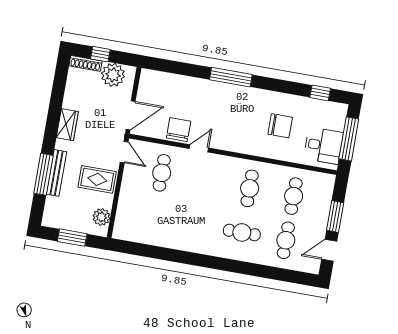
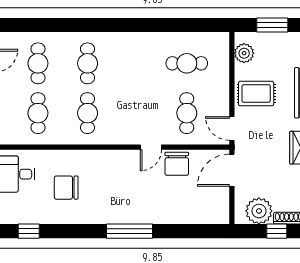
cafe table: (154, 217) -> (187, 63), added
cafe table: (242, 232) -> (88, 63), turned 90

